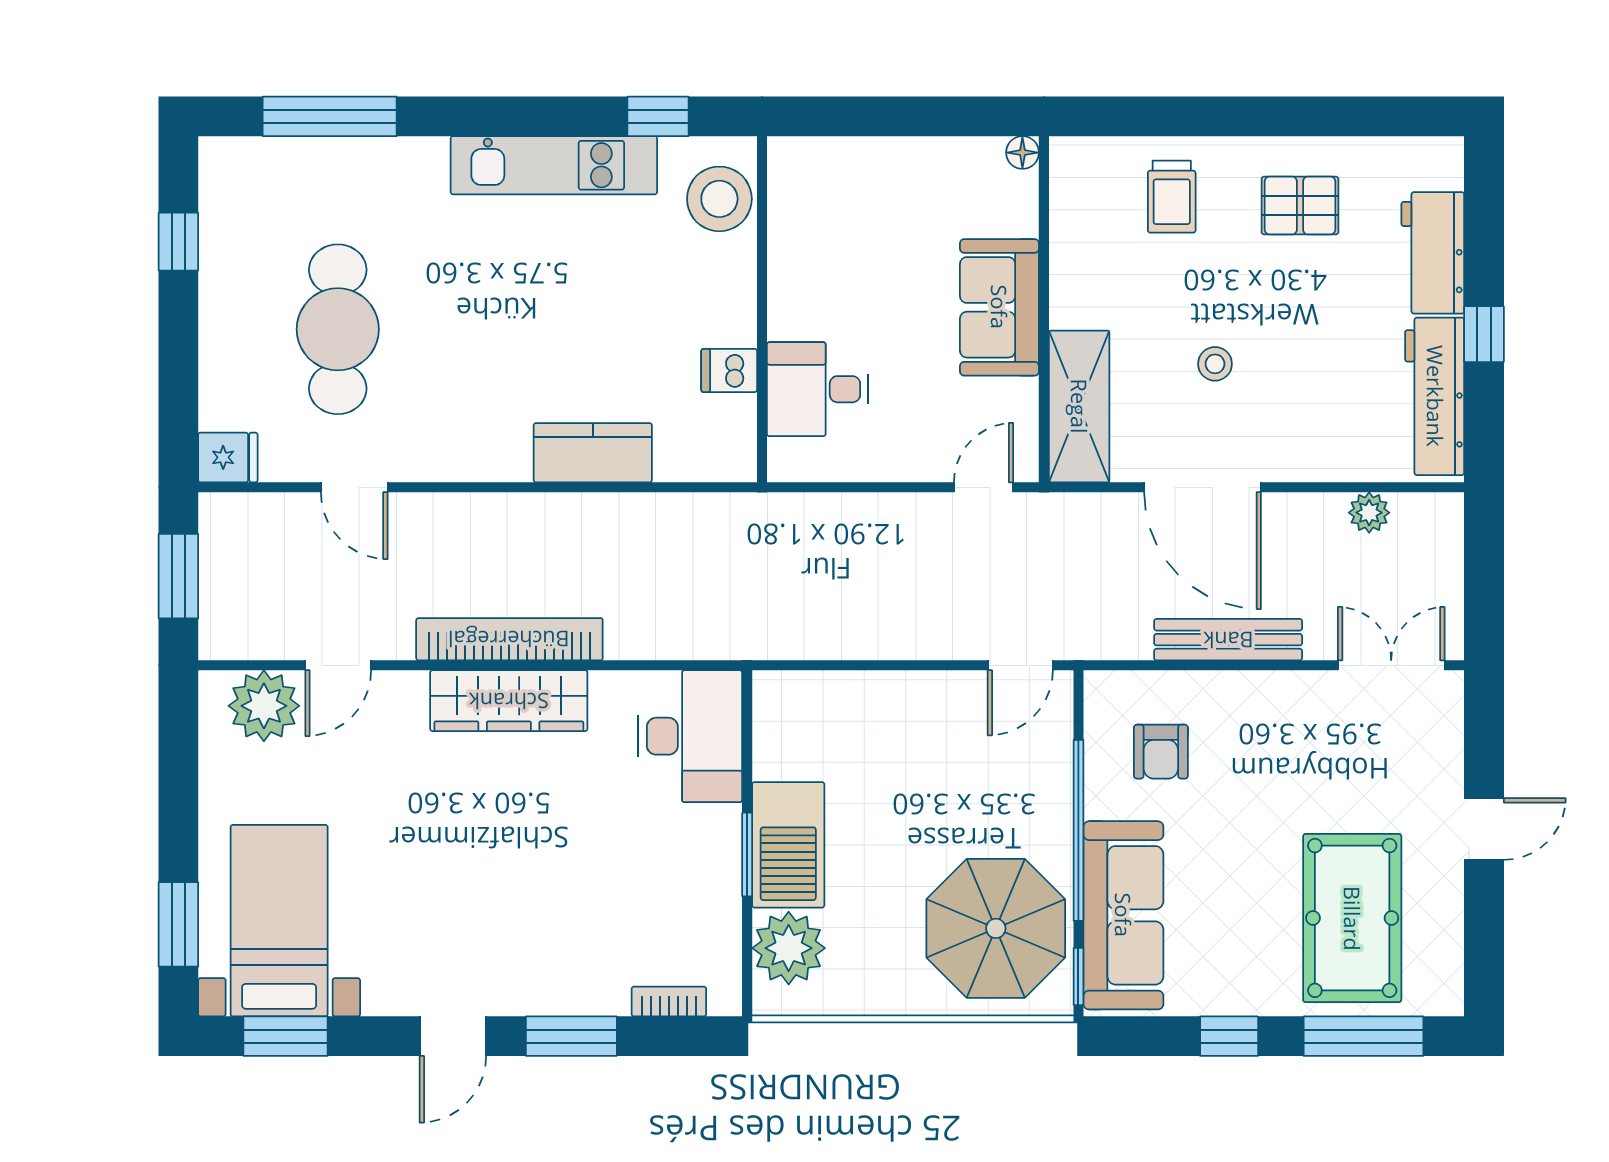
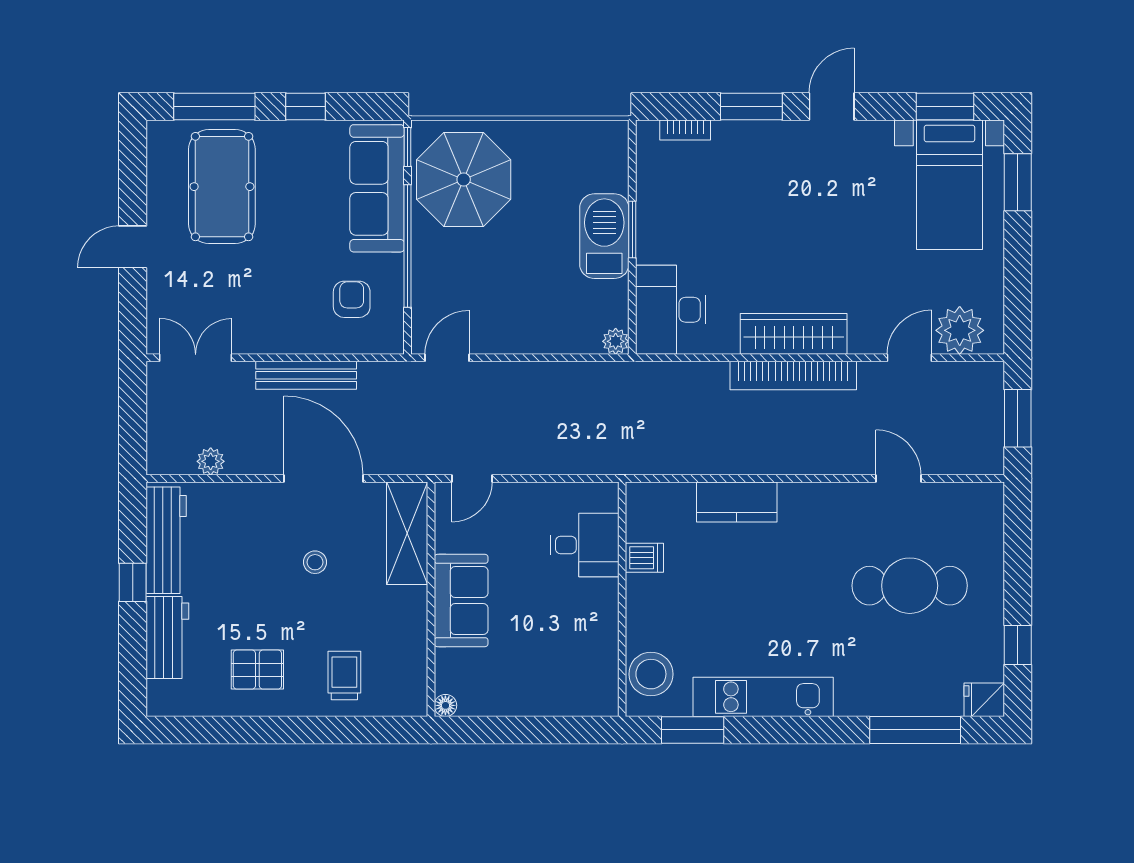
window: (658, 116) -> (693, 730), width x1.50
cafe table: (338, 329) -> (910, 586), turned 90
fridge: (228, 457) -> (984, 700), moved
double door: (1391, 665) -> (196, 358), swing flipped
plant: (789, 948) -> (616, 341), moved, width x0.53, depth x0.53

